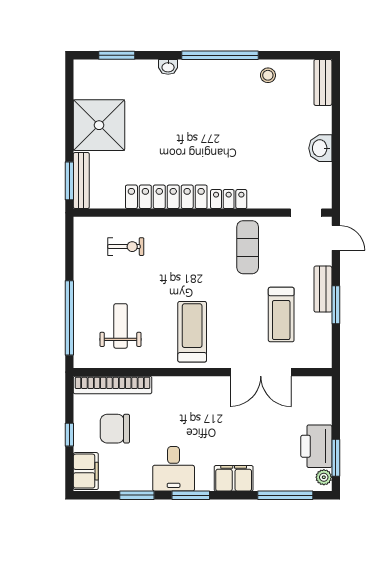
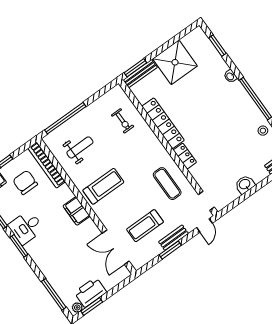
exercise mat: (248, 247) -> (167, 184), turned 90
double door: (261, 372) -> (116, 247), moved
filing cabinet: (234, 478) -> (76, 211), moved, turned 180

